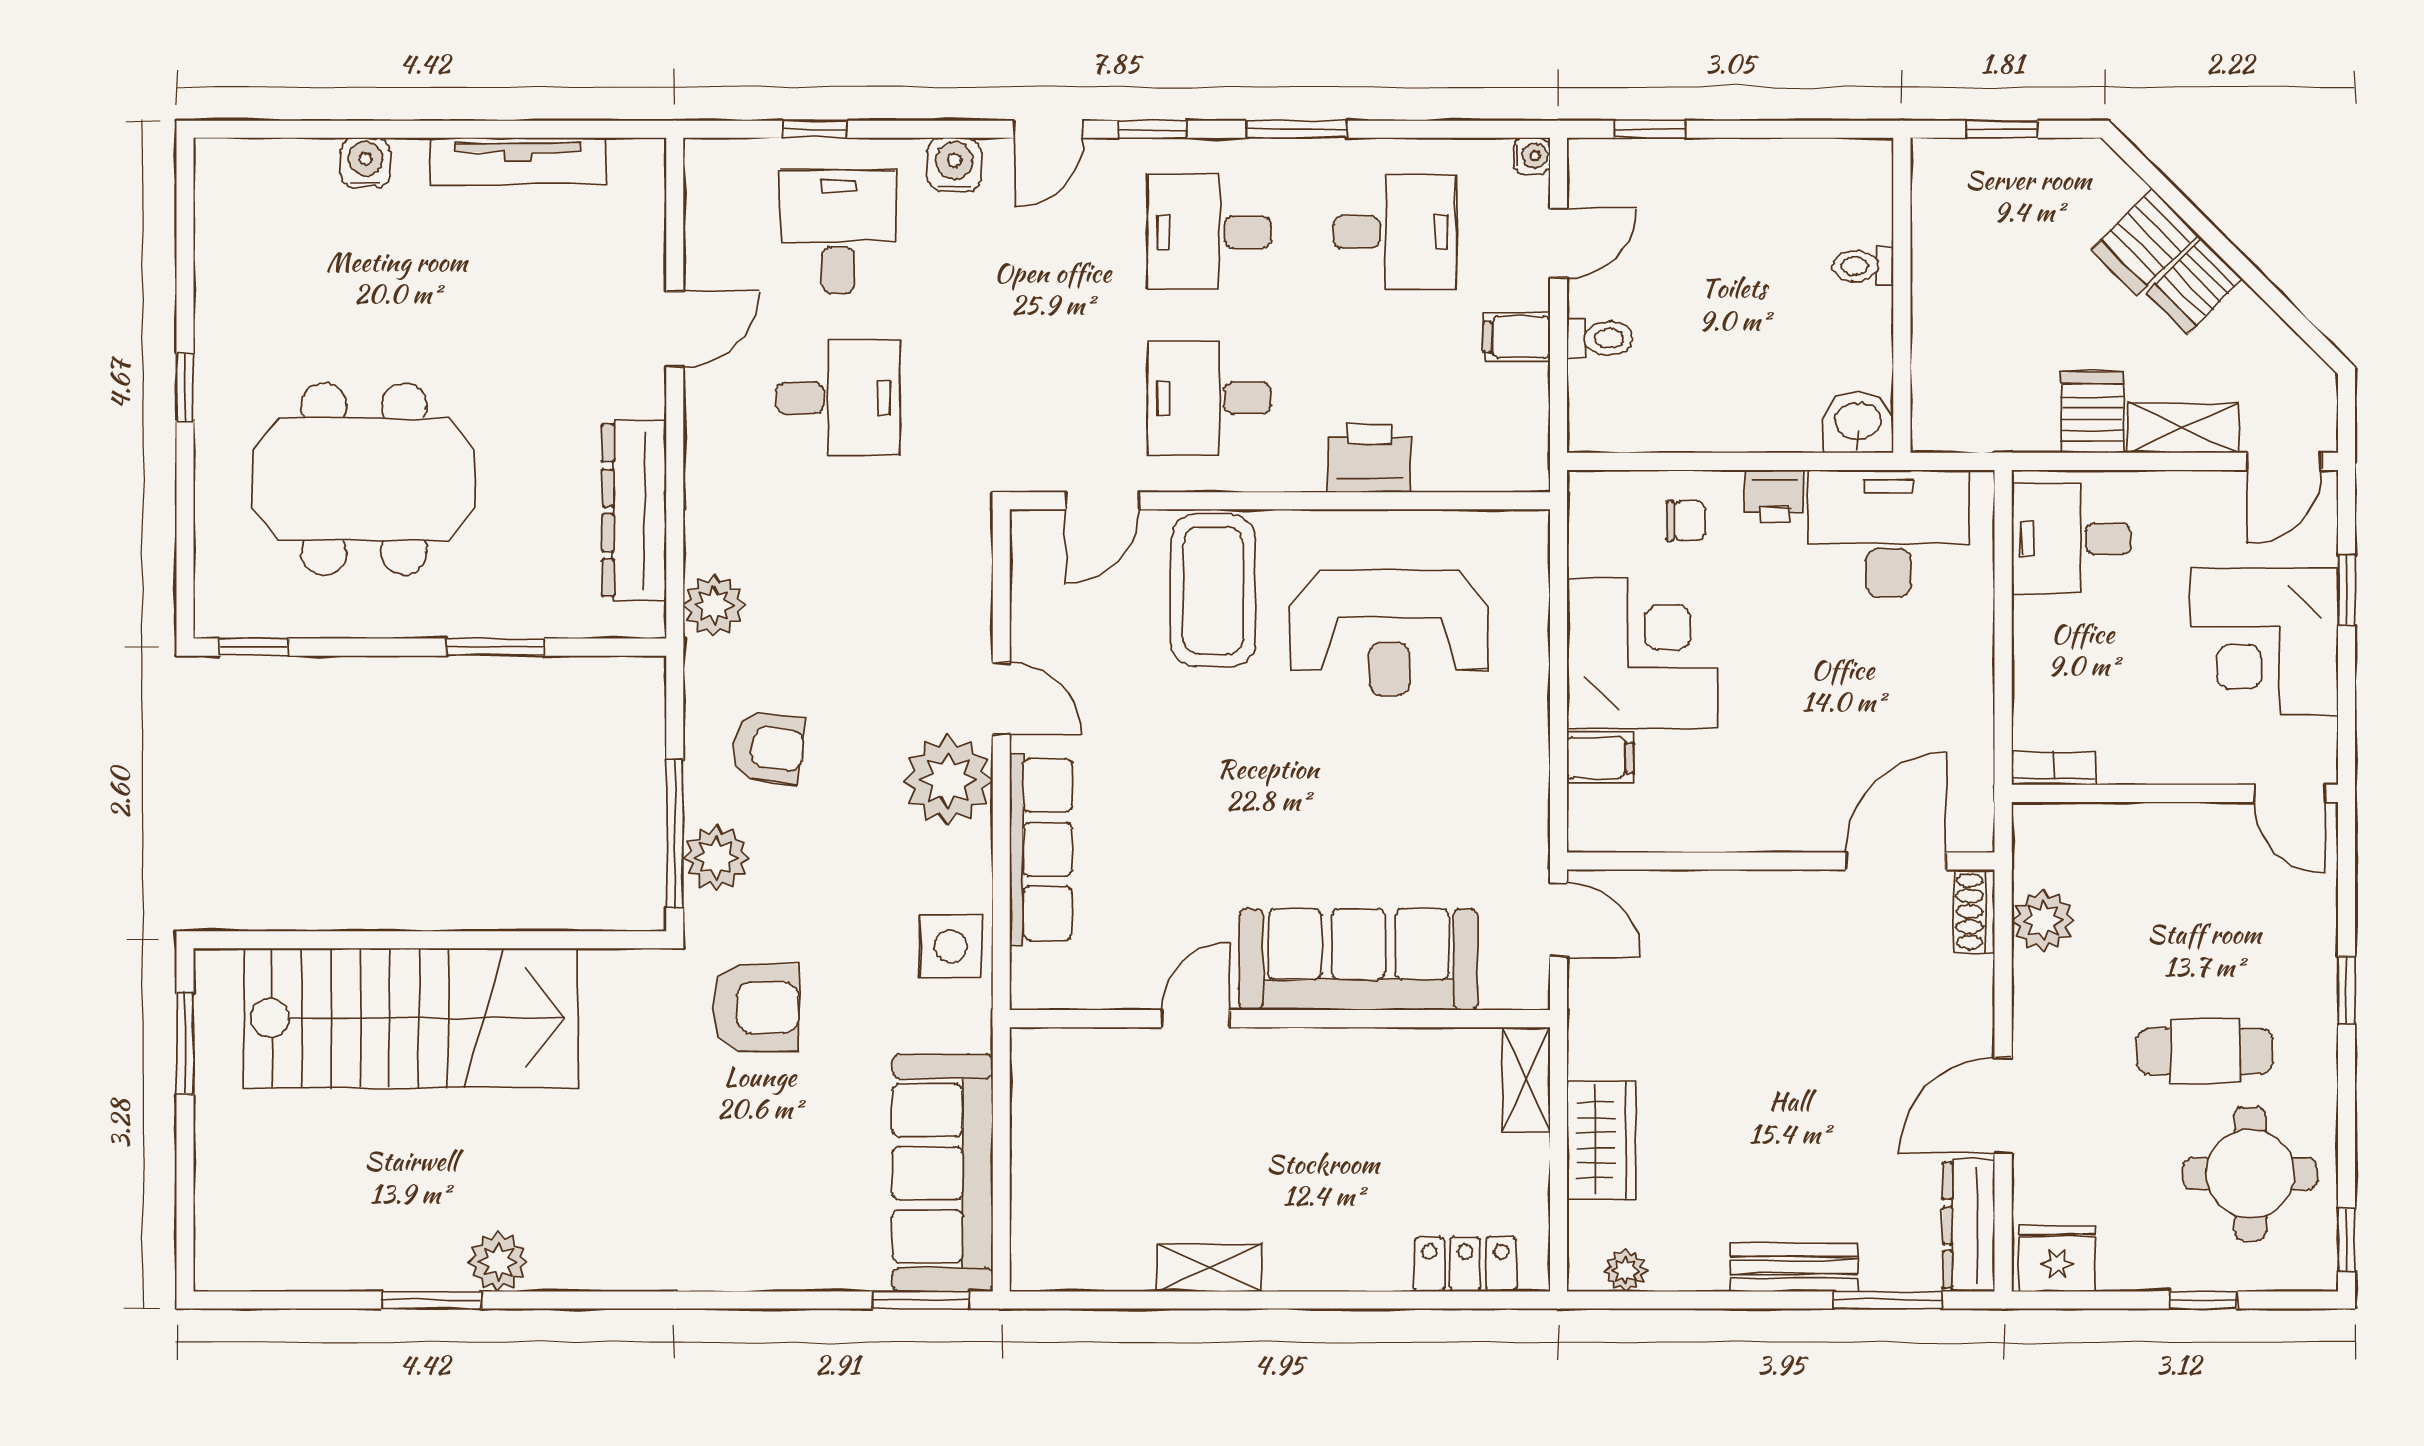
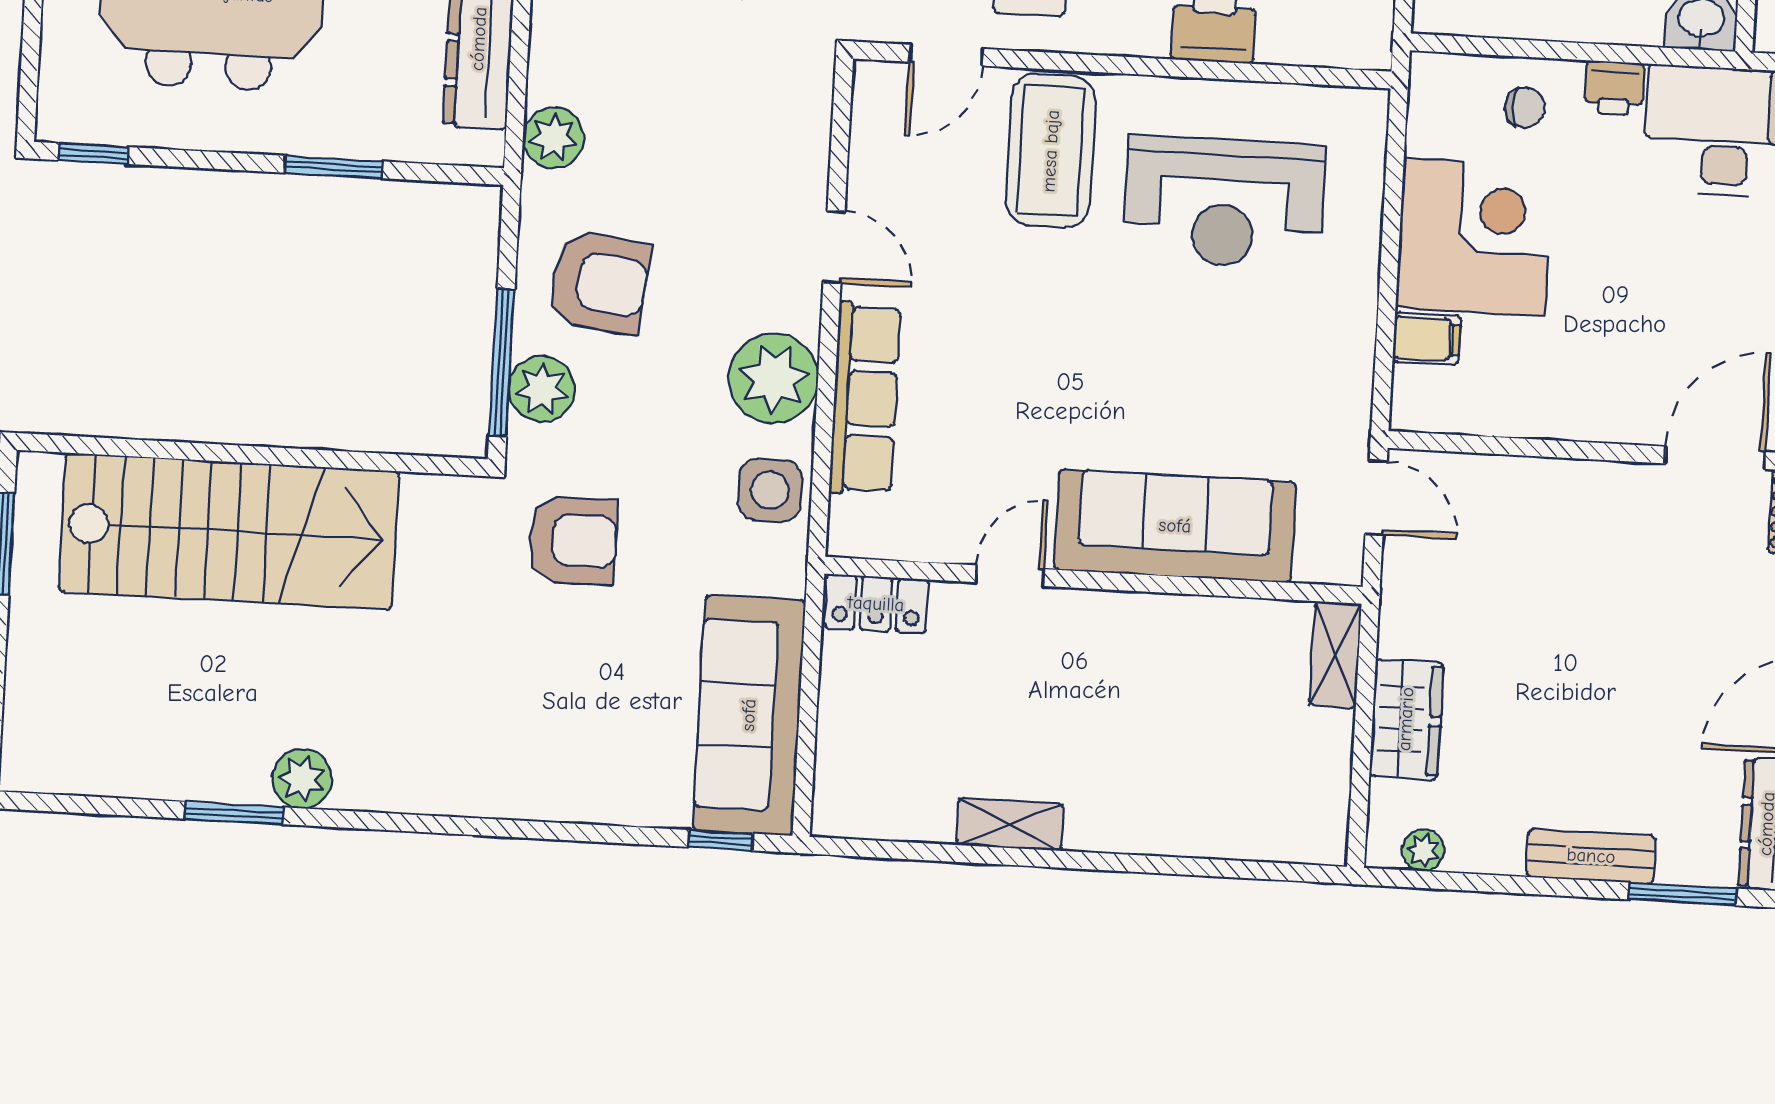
armchair: (768, 748) -> (599, 282), width x1.38, depth x1.38
plant: (948, 780) -> (773, 378), moved
locker: (1465, 1264) -> (876, 604), moved, turned 180
window: (921, 1300) -> (721, 840), width x0.67

